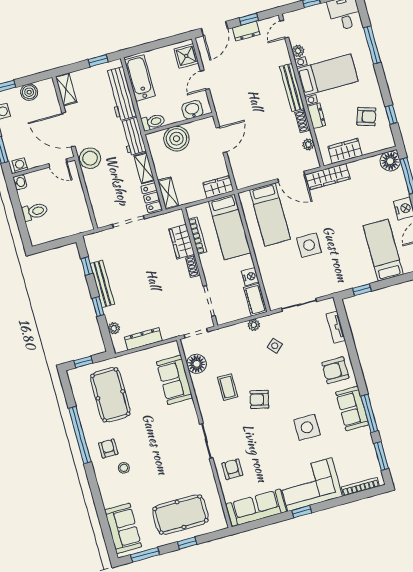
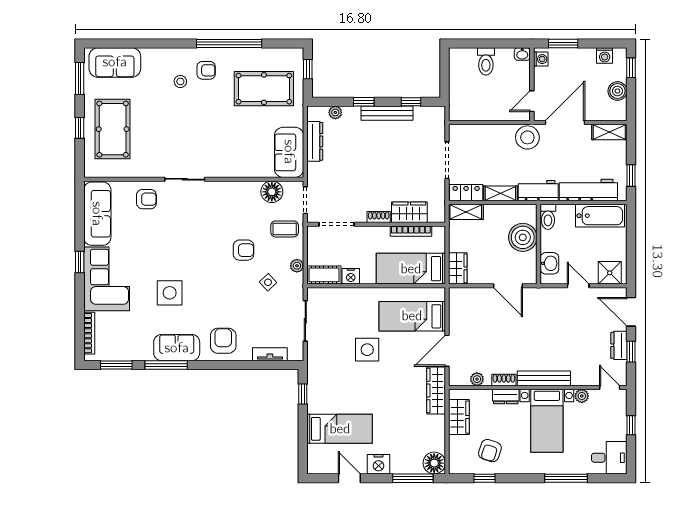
sofa: (174, 380) -> (289, 152), moved, turned -90
coffee table: (228, 387) -> (285, 229), moved
armchair: (259, 399) -> (244, 250), moved, turned 77

